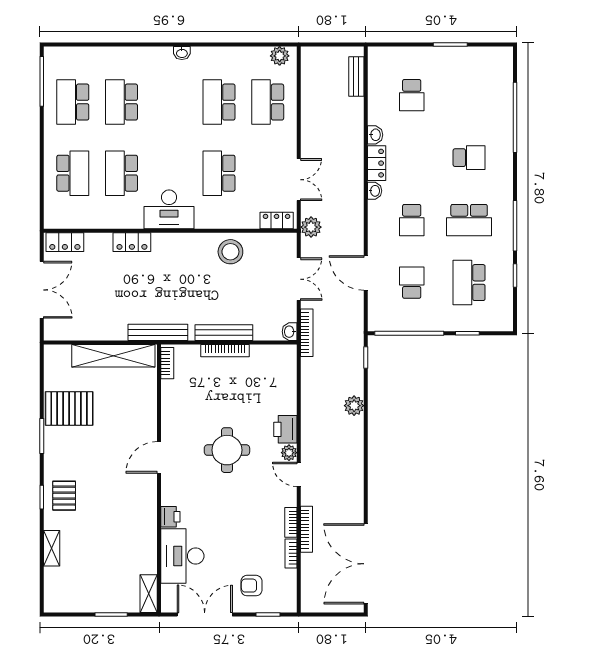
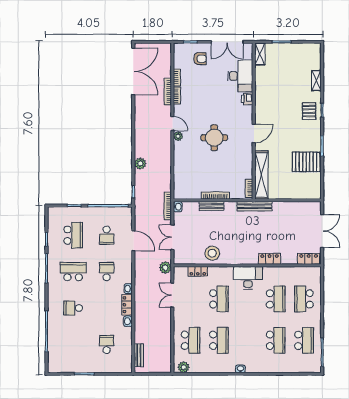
locker: (277, 221) -> (198, 271), moved
double door: (42, 290) -> (322, 231), swing flipped
bench: (224, 333) -> (212, 206), width x0.73
shelving: (113, 356) -> (261, 175), moved, turned 90
printer: (285, 429) -> (180, 150), removed

